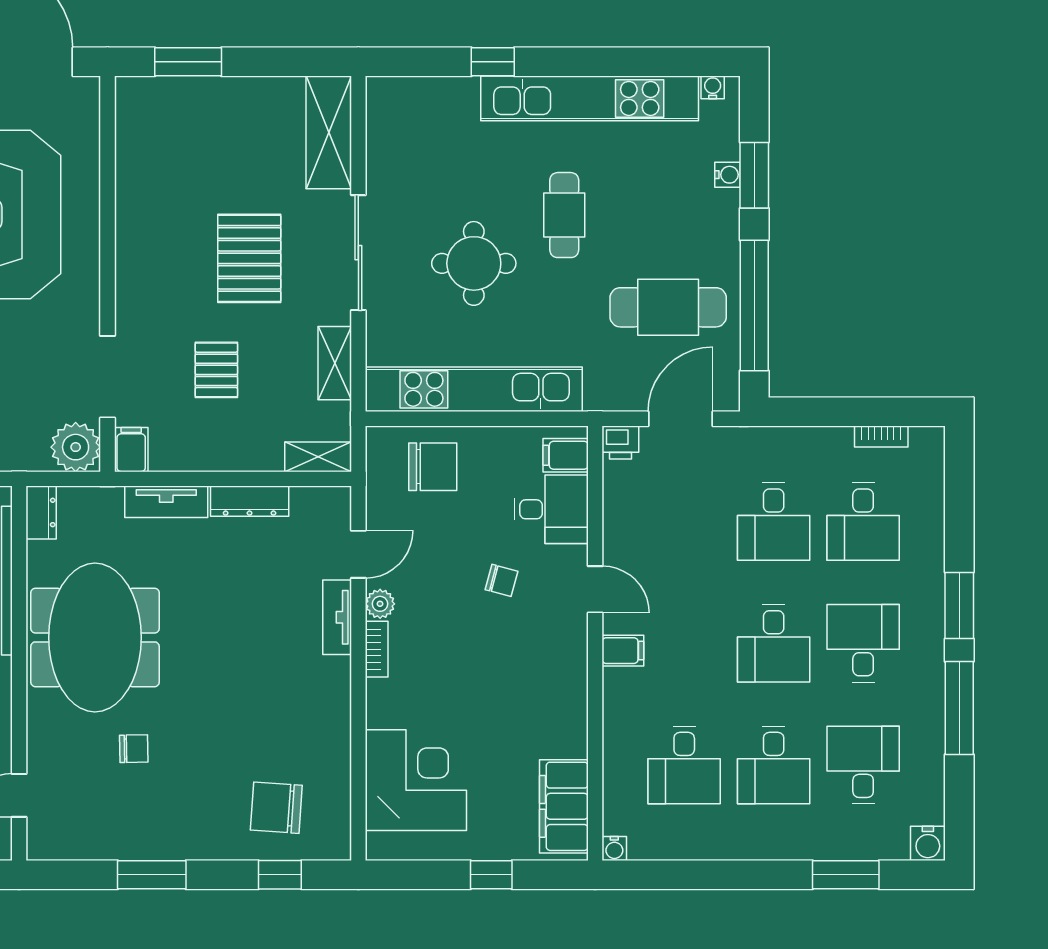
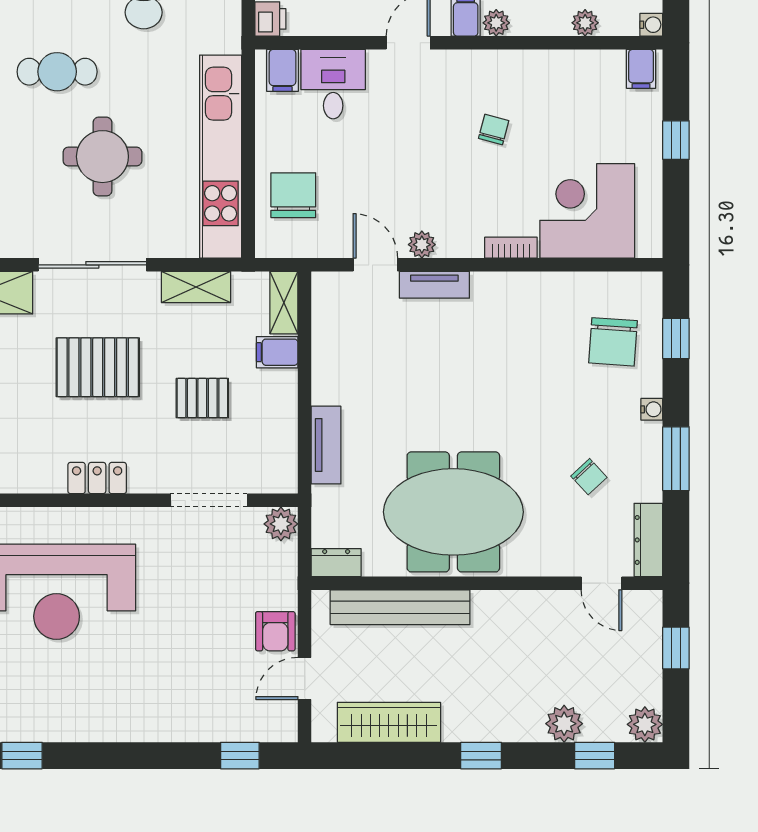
locker: (131, 258) -> (97, 478), added
plant: (76, 447) -> (281, 524), width x0.73, depth x0.73
filing cabinet: (131, 450) -> (277, 352), moved
dresser: (250, 501) -> (648, 540), moved, turned 180
chair: (501, 580) -> (494, 129), moved
bookcase: (377, 649) -> (511, 248), moved
plant: (616, 683) -> (496, 23), added
chair: (134, 749) -> (589, 477), moved, turned 138
plant: (616, 778) -> (585, 23), added
filing cabinet: (564, 806) -> (641, 69), width x0.33, depth x0.86
water cooler: (204, 849) -> (652, 409), added

